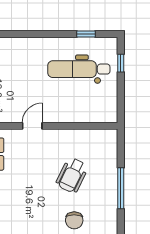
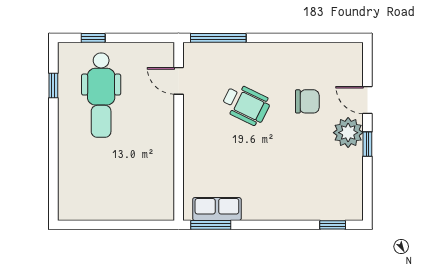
door: (32, 126) -> (179, 81), moved
window: (121, 188) -> (218, 38), moved

